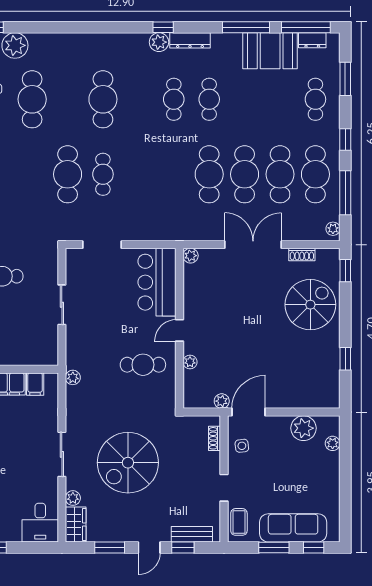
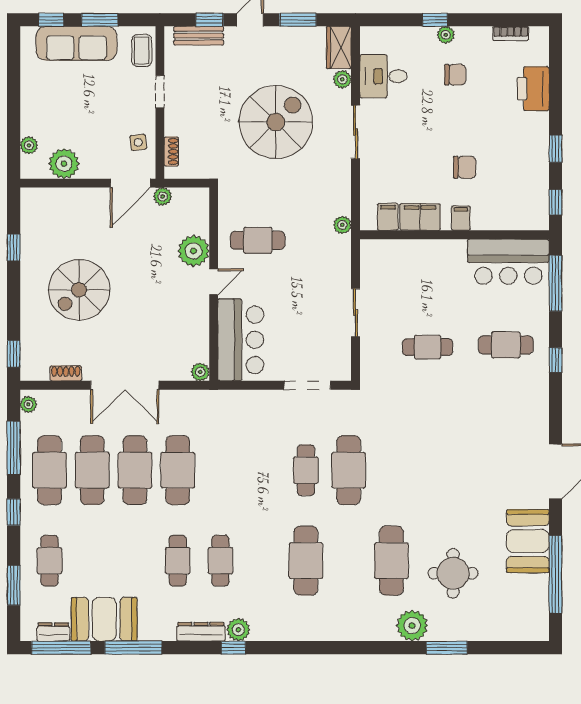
spiral stairs: (310, 305) -> (79, 290), moved
plant: (190, 362) -> (194, 251), width x1.87, depth x1.87
desk: (40, 523) -> (383, 76), moved, turned -90

